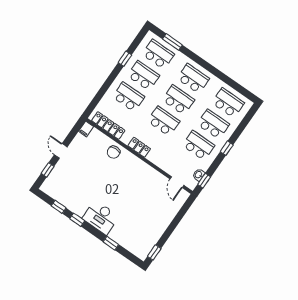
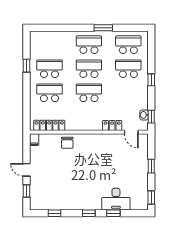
window: (172, 42) -> (103, 28), moved
school desk: (158, 54) -> (49, 45), removed
school desk: (198, 145) -> (128, 93), removed
locker: (139, 147) -> (112, 125), moved
desk: (101, 217) -> (116, 199), moved
window: (77, 220) -> (89, 213), moved
window: (174, 225) -> (151, 166), added

